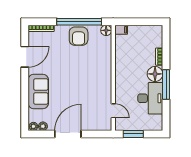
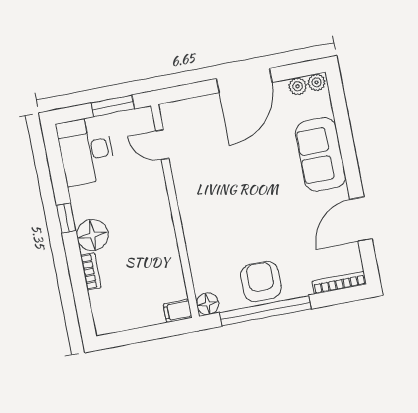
window: (166, 85) -> (66, 218), width x0.46
desk: (150, 98) -> (86, 151), moved

